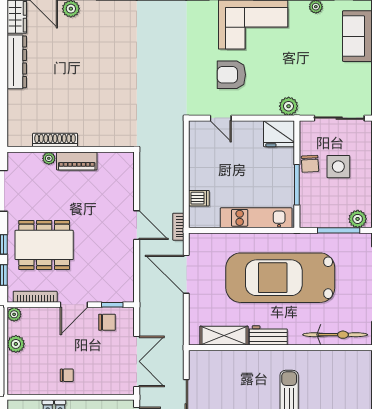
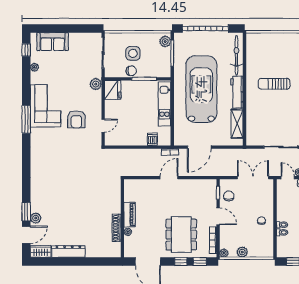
car: (280, 278) -> (201, 89), turned 180
workbench: (268, 335) -> (237, 92), width x1.38

